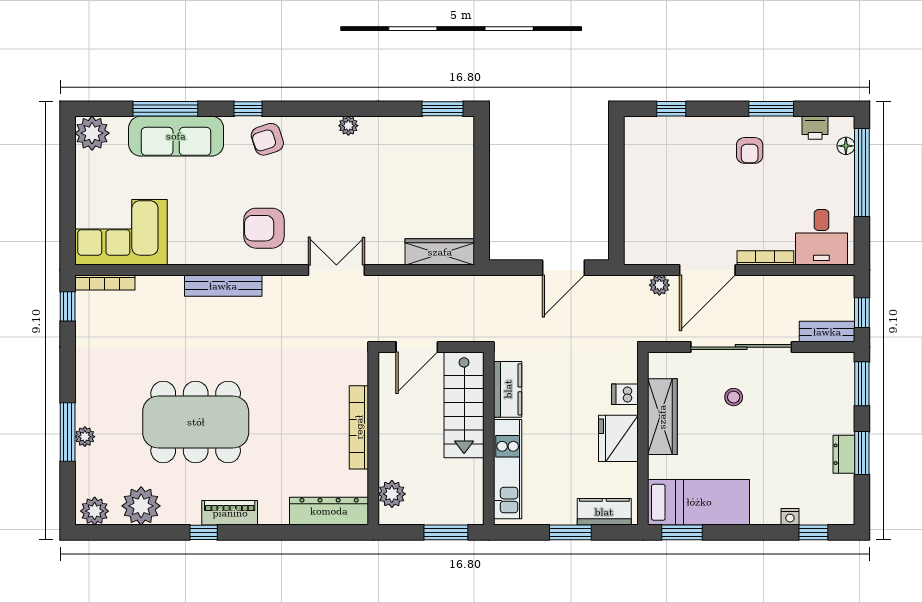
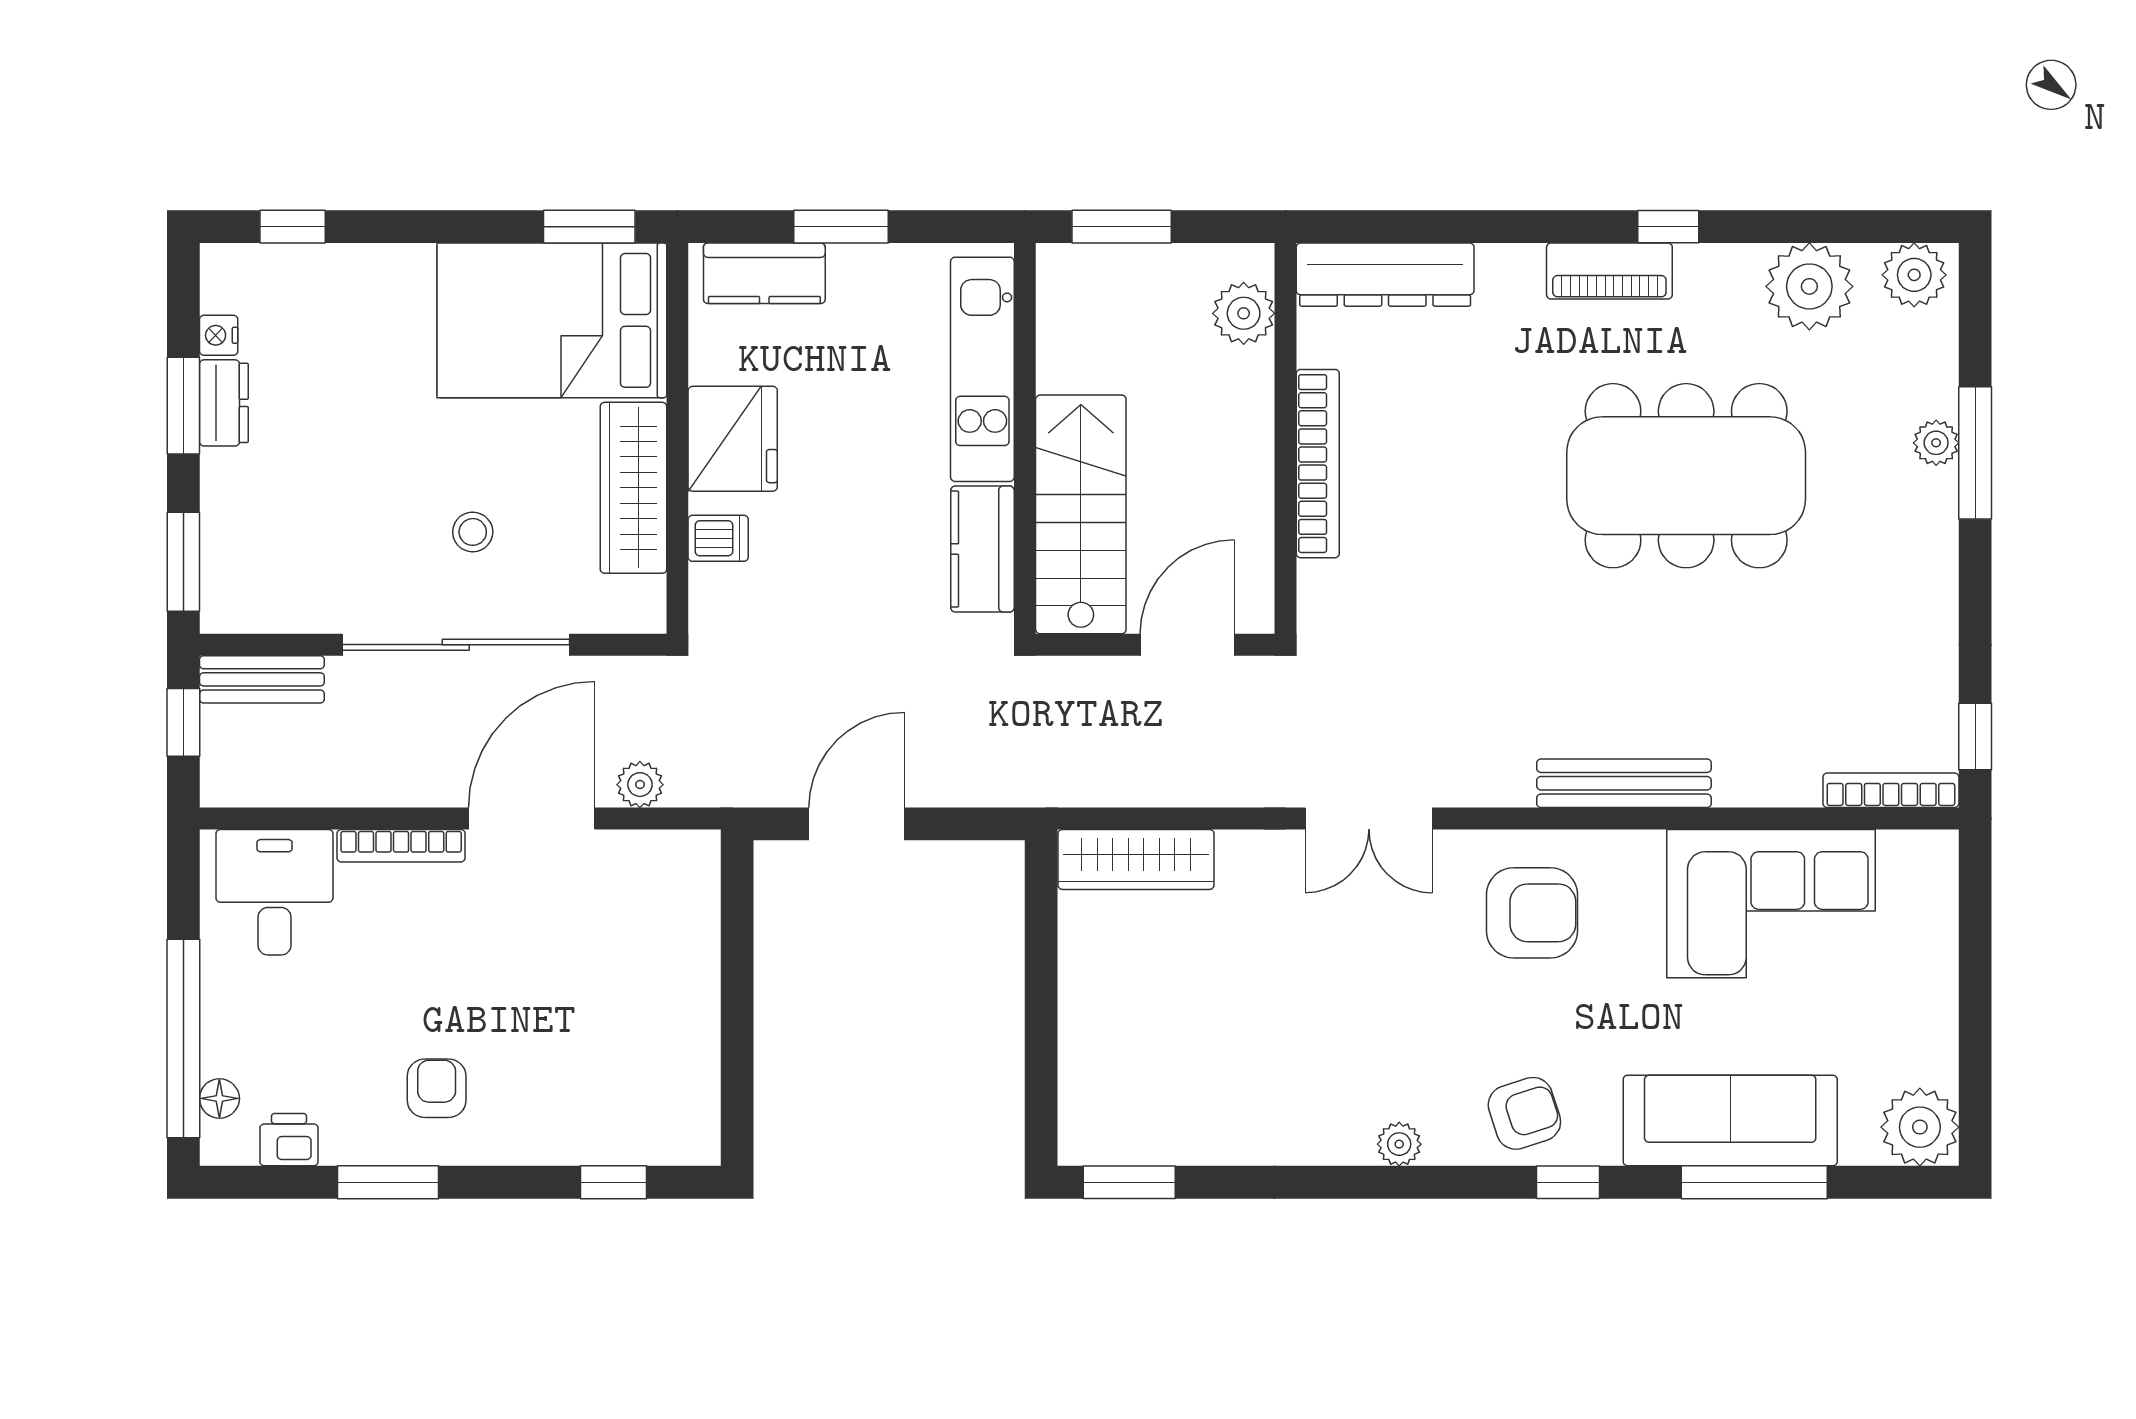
plant: (348, 126) -> (1399, 1144), moved
corner sofa: (121, 232) -> (1771, 904), moved
bed: (699, 502) -> (552, 320), width x1.50
nightstand: (790, 517) -> (219, 335), moved, turned -90

